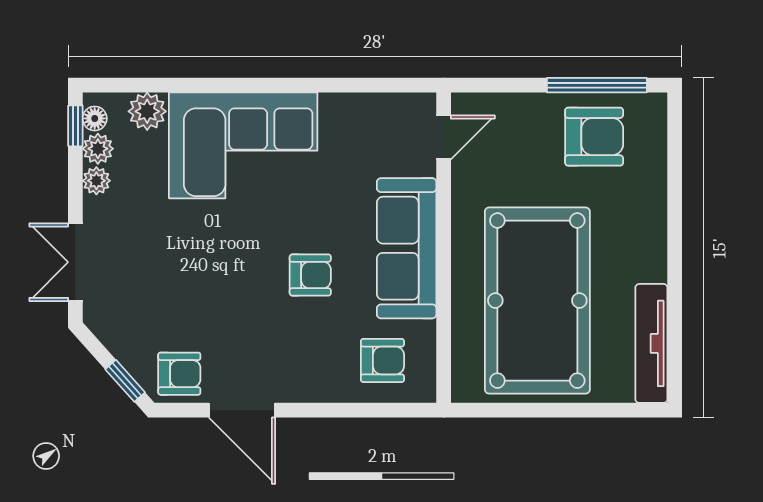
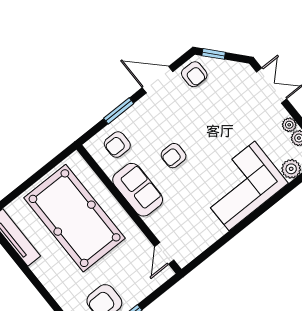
sofa: (407, 248) -> (138, 190), width x0.73
armchair: (179, 374) -> (194, 74), turned -90
window: (339, 410) -> (119, 111), added

